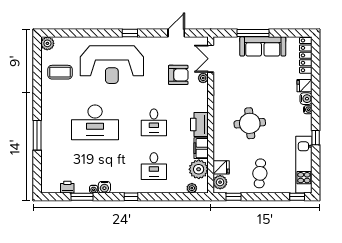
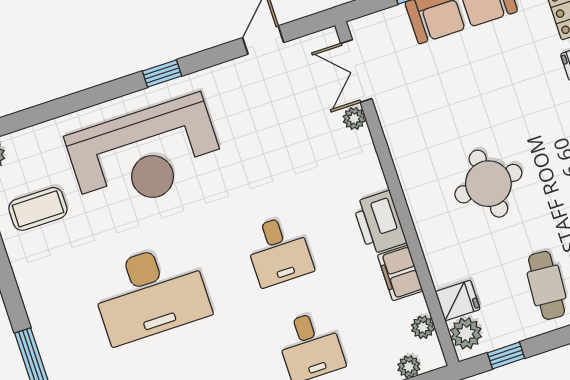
armchair: (178, 75) -> (298, 130), removed
plant: (199, 169) -> (423, 327), width x0.53, depth x0.53

